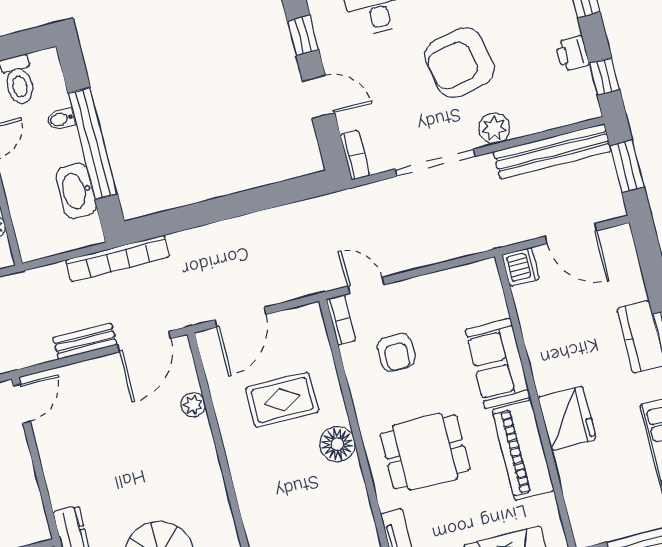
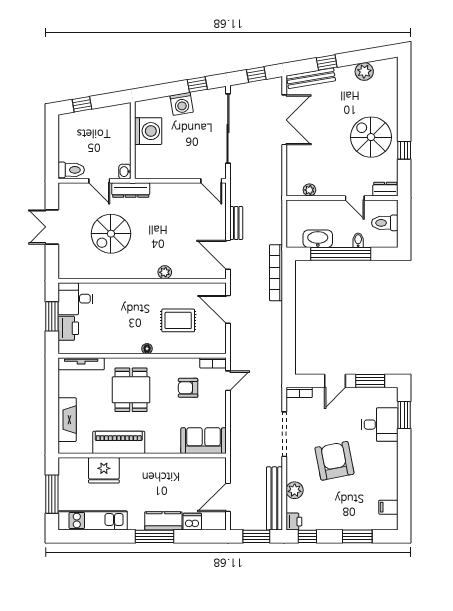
window: (303, 35) -> (370, 381), width x1.50
printer: (572, 54) -> (294, 522), moved, turned 90
plant: (494, 128) -> (295, 490), moved
bookcase: (118, 259) -> (276, 273), moved
dishwasher: (521, 267) -> (192, 522), moved, turned 180
sofa: (498, 363) -> (204, 441), moved
rug: (282, 400) -> (178, 320), turned 90
plant: (193, 405) -> (165, 272), moved
fridge: (567, 418) -> (104, 470), moved
floor lamp: (337, 444) -> (147, 349), width x0.53, depth x0.53

